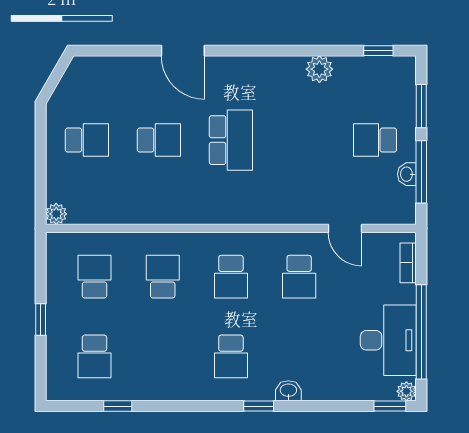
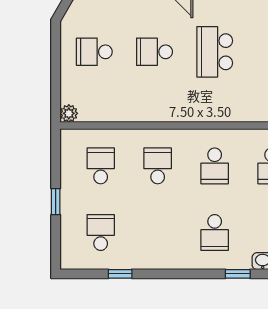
school desk: (87, 140) -> (94, 52), turned 180
school desk: (159, 140) -> (154, 52), turned 180
school desk: (231, 140) -> (215, 52), turned 180
school desk: (94, 356) -> (101, 232), turned 180

